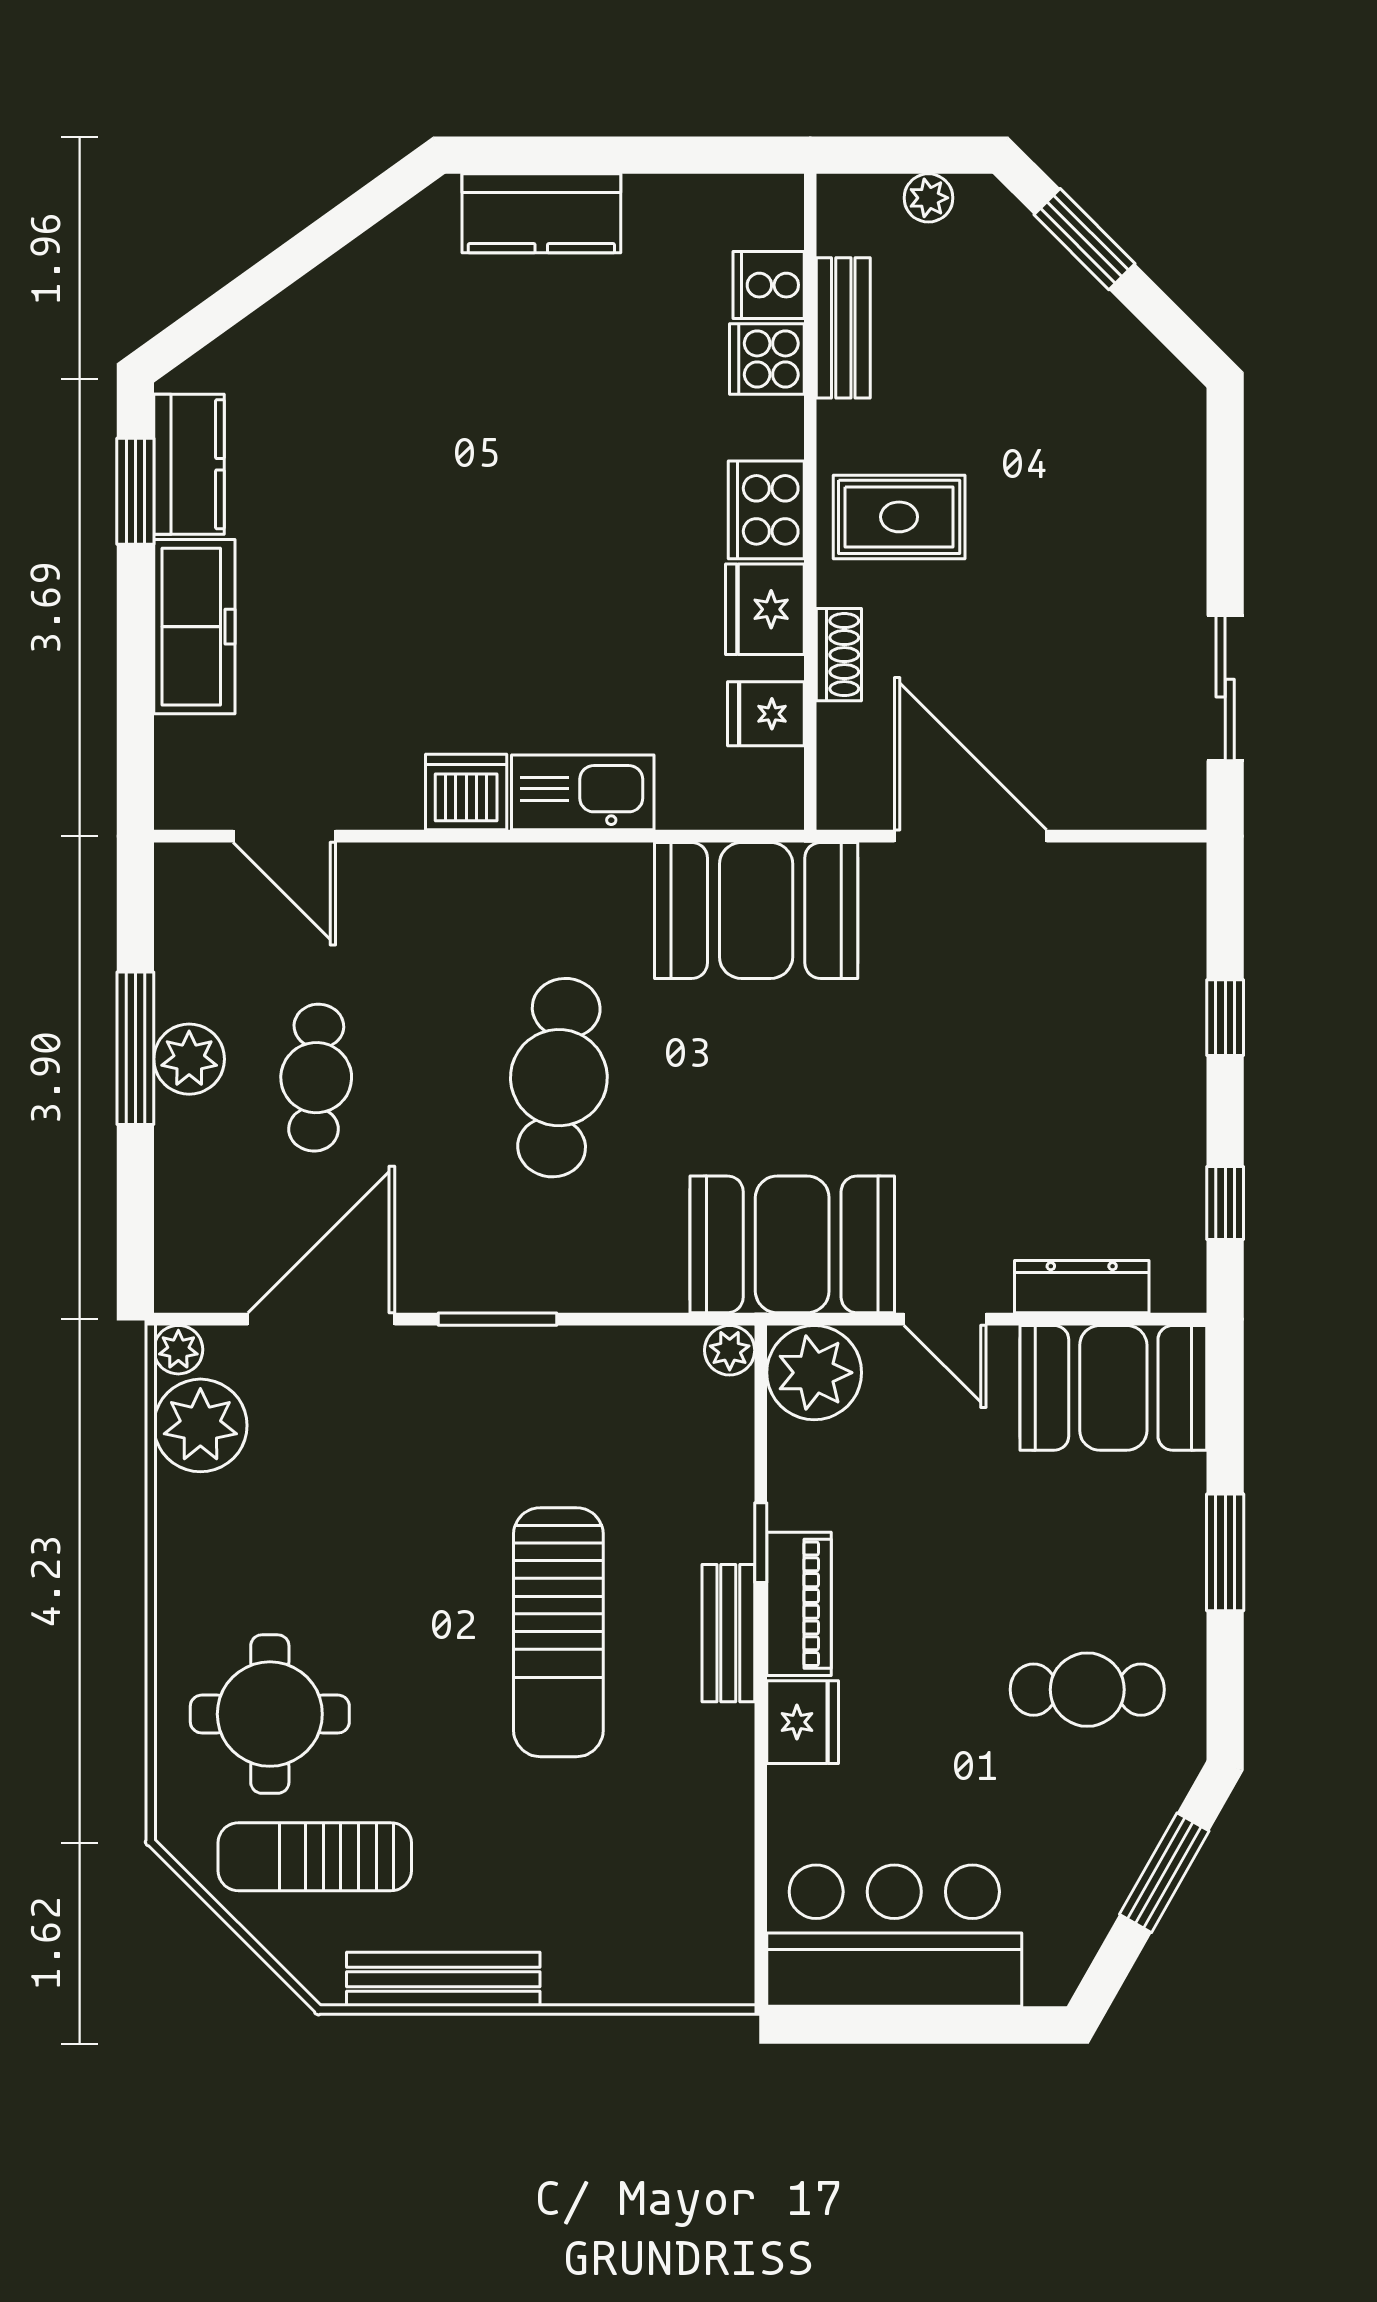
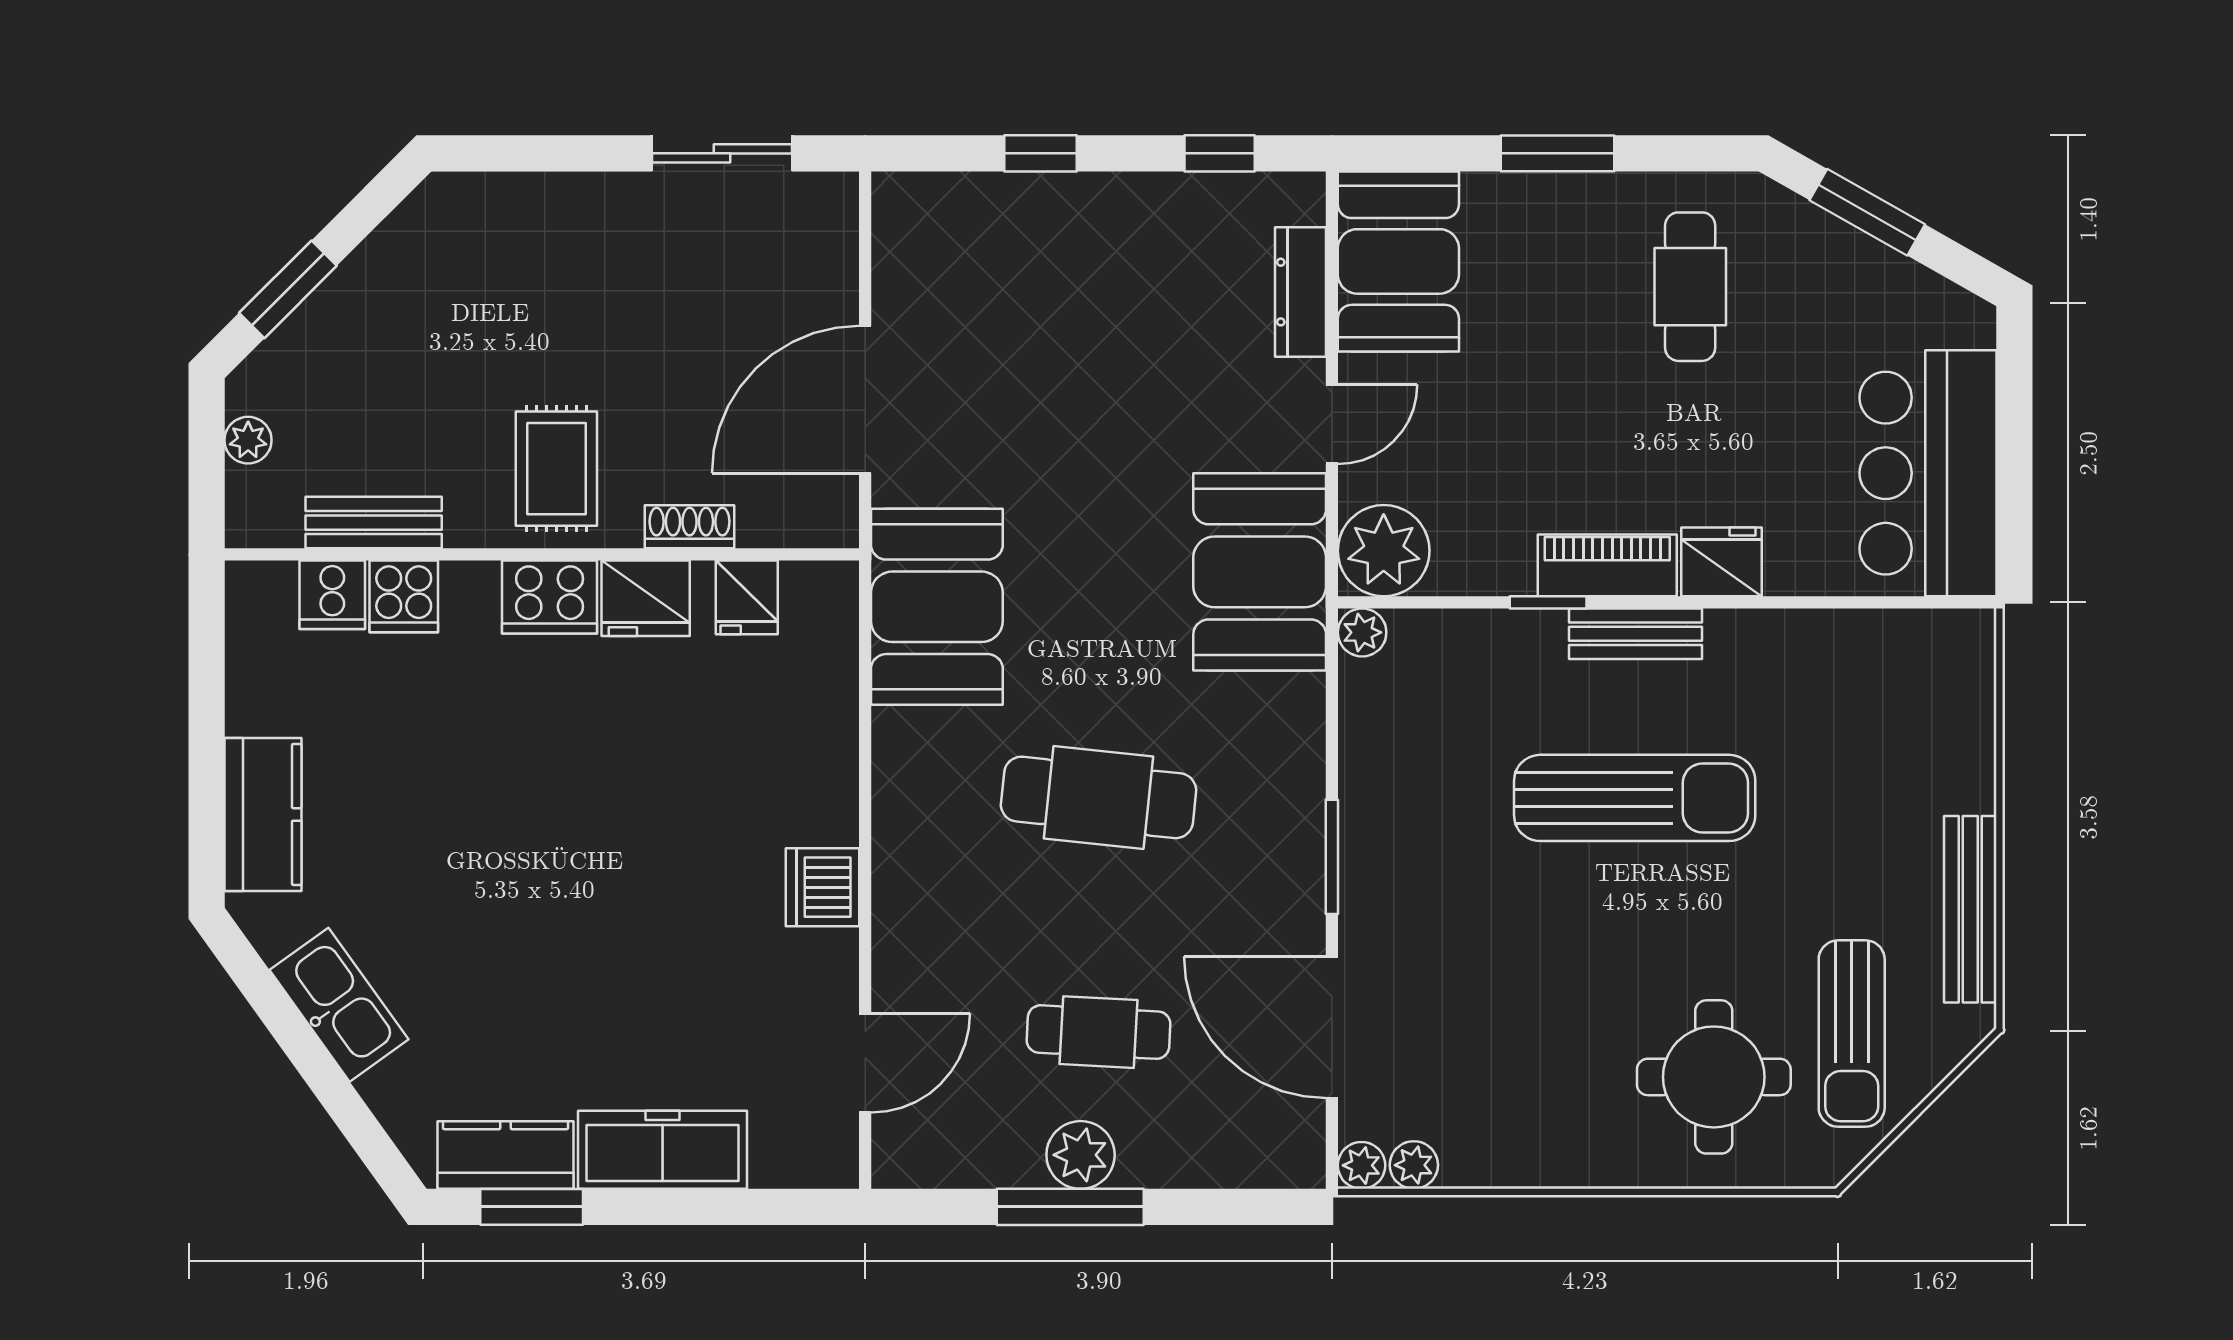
kitchen sink: (583, 792) -> (339, 1005), moved, turned 144
plant: (200, 1425) -> (1414, 1165), width x0.53, depth x0.53

